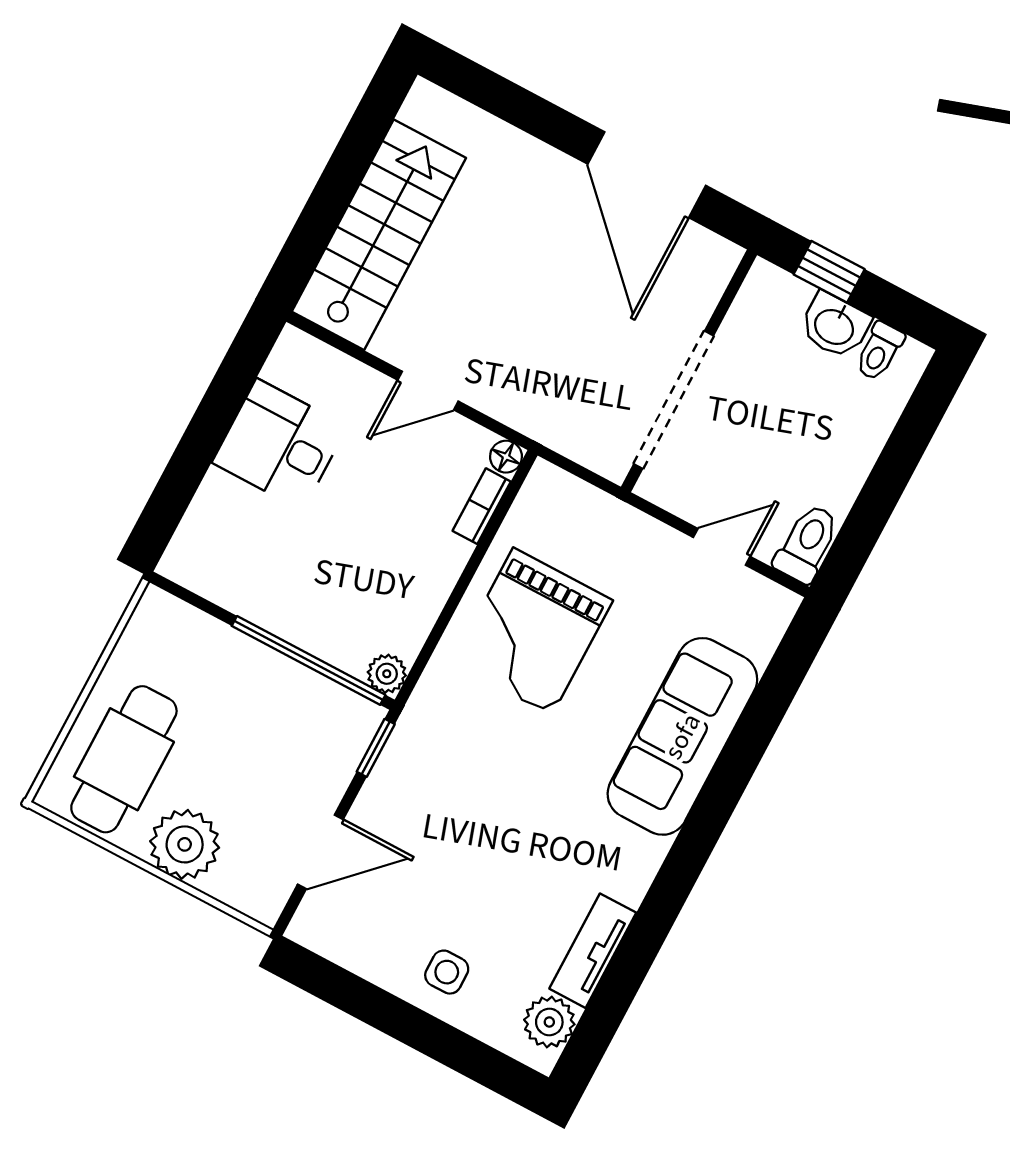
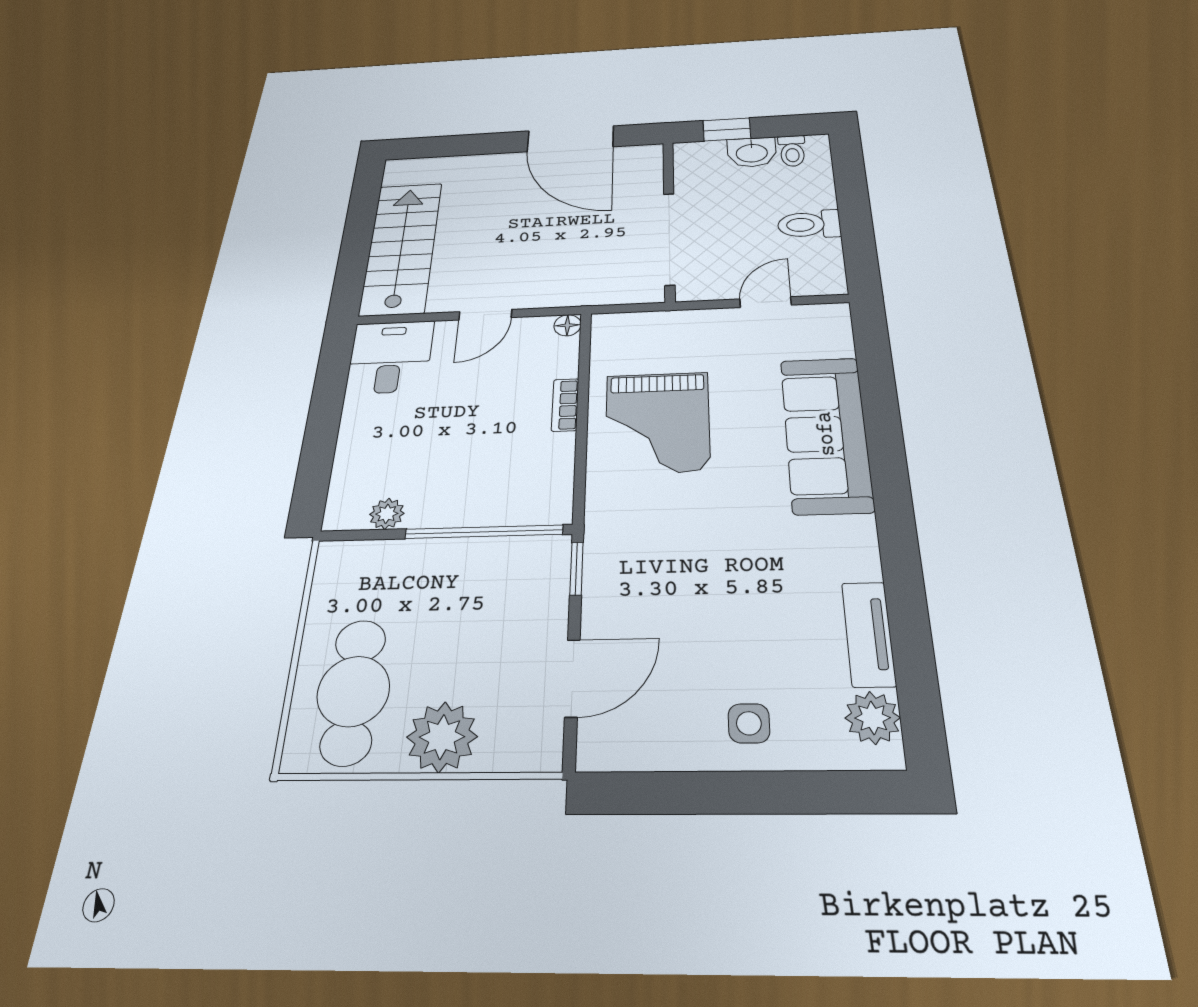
desk: (280, 444) -> (390, 357), moved, turned 90
bookcase: (482, 506) -> (565, 405), moved
toilet: (807, 544) -> (809, 224), moved, turned -90
plant: (387, 674) -> (387, 514), moved

